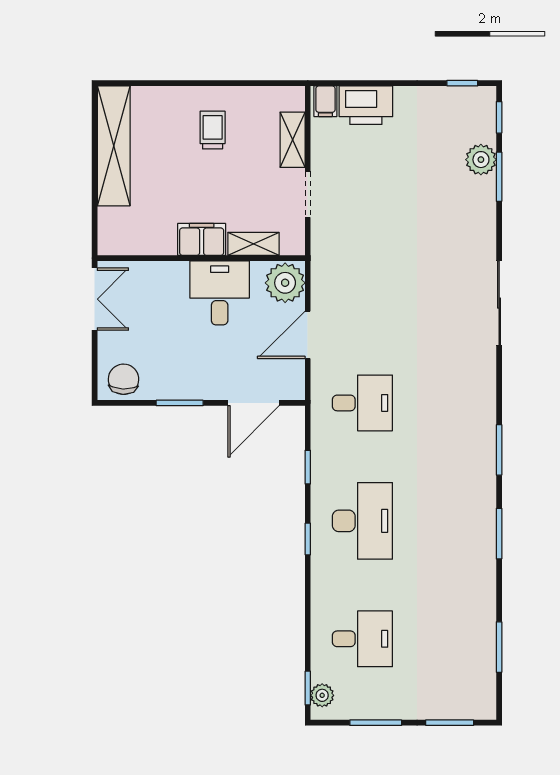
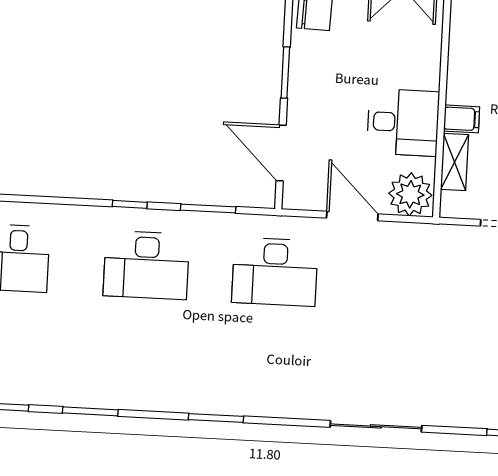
filing cabinet: (202, 239) -> (462, 119), width x0.50
desk: (362, 403) -> (275, 272), width x1.37
window: (308, 467) -> (208, 208), width x1.50
window: (499, 534) -> (90, 411), moved

